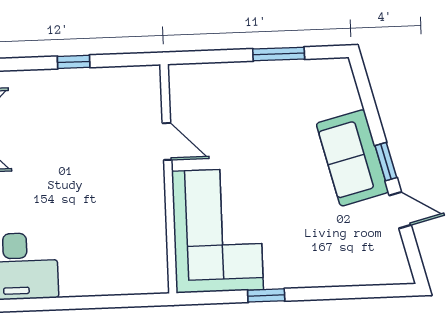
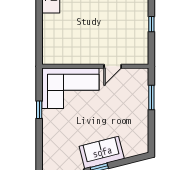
window: (279, 54) -> (151, 97), moved

